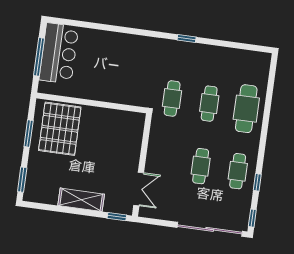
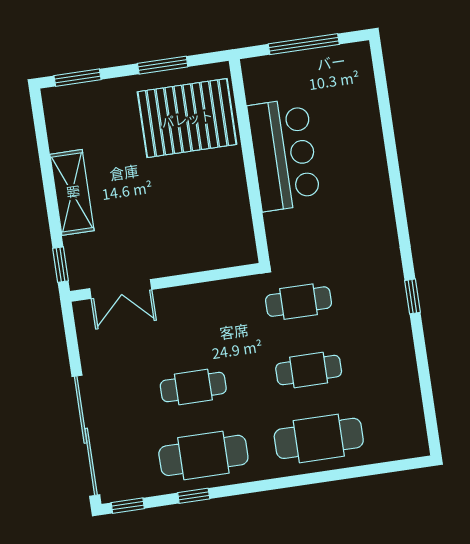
bar counter: (59, 53) -> (284, 155), moved, turned -90
cafe table: (238, 171) -> (203, 455), width x1.37, depth x1.35

